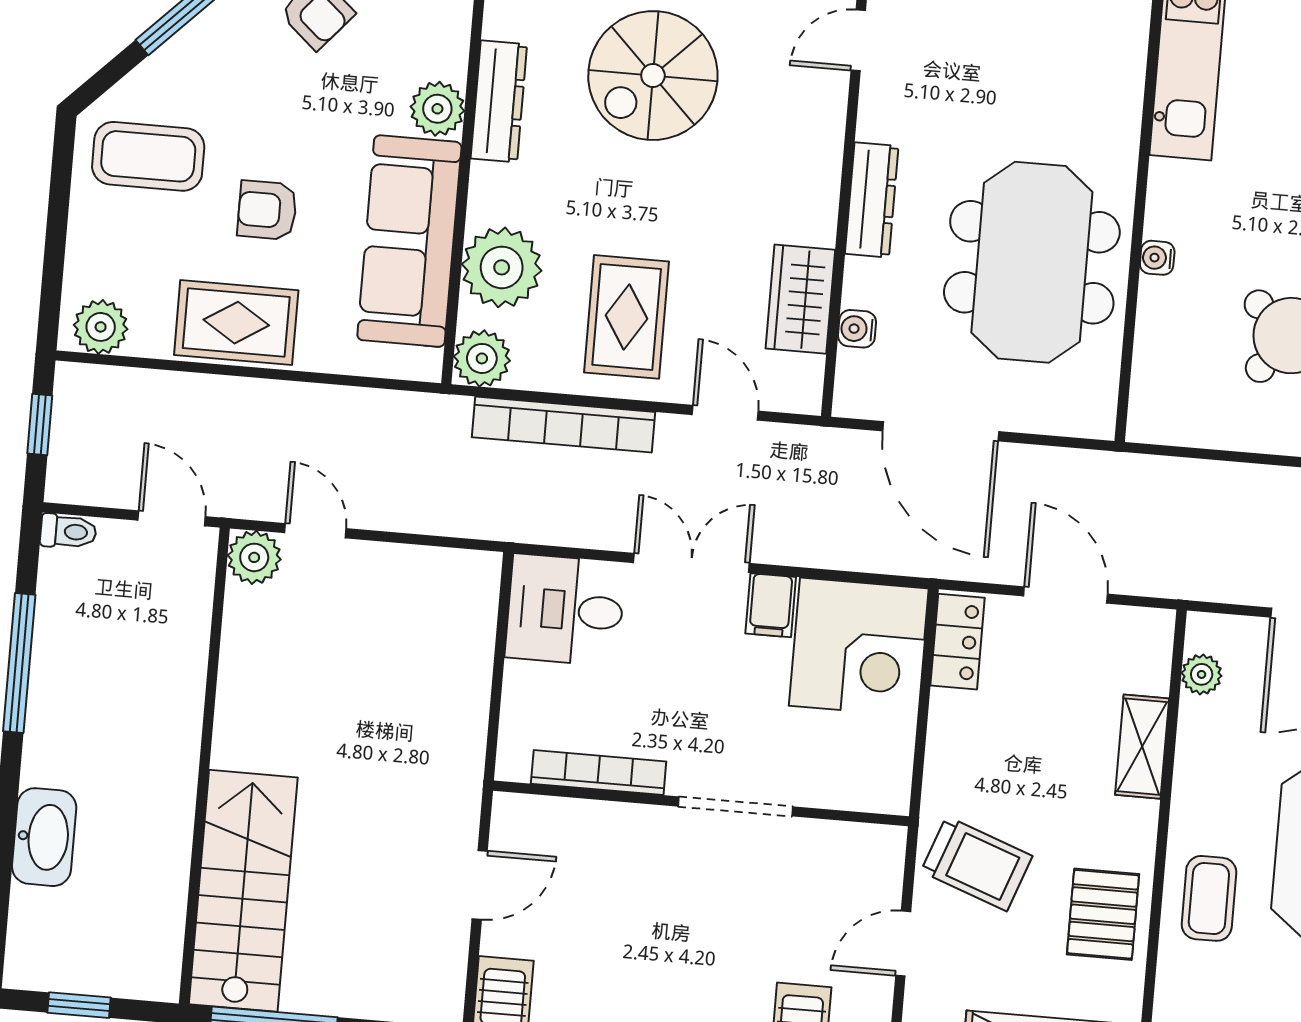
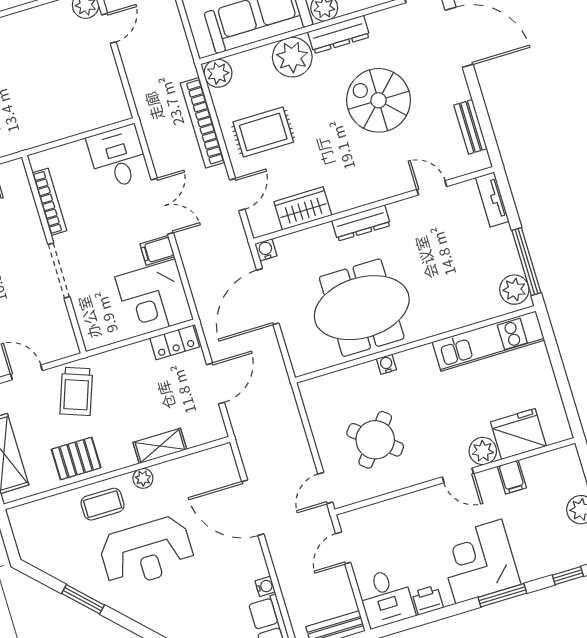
plant: (502, 267) -> (292, 57), moved
water cooler: (857, 329) -> (266, 250), moved
plant: (1202, 674) -> (143, 478), moved

